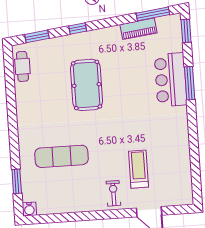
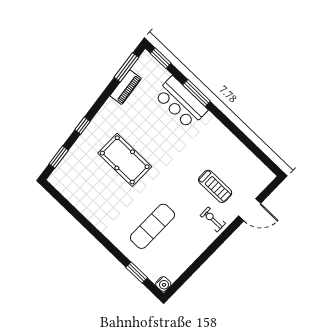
cafe table: (22, 66) -> (68, 188), removed
treadmill: (139, 169) -> (215, 186), turned 180

